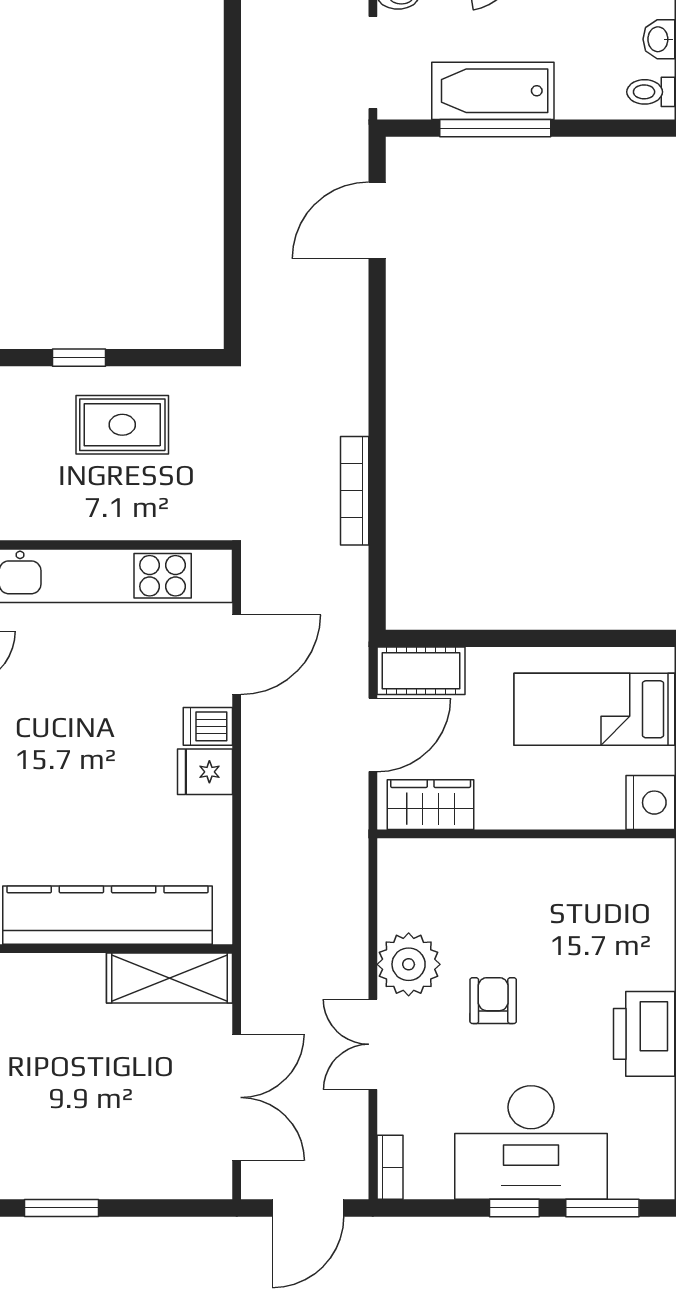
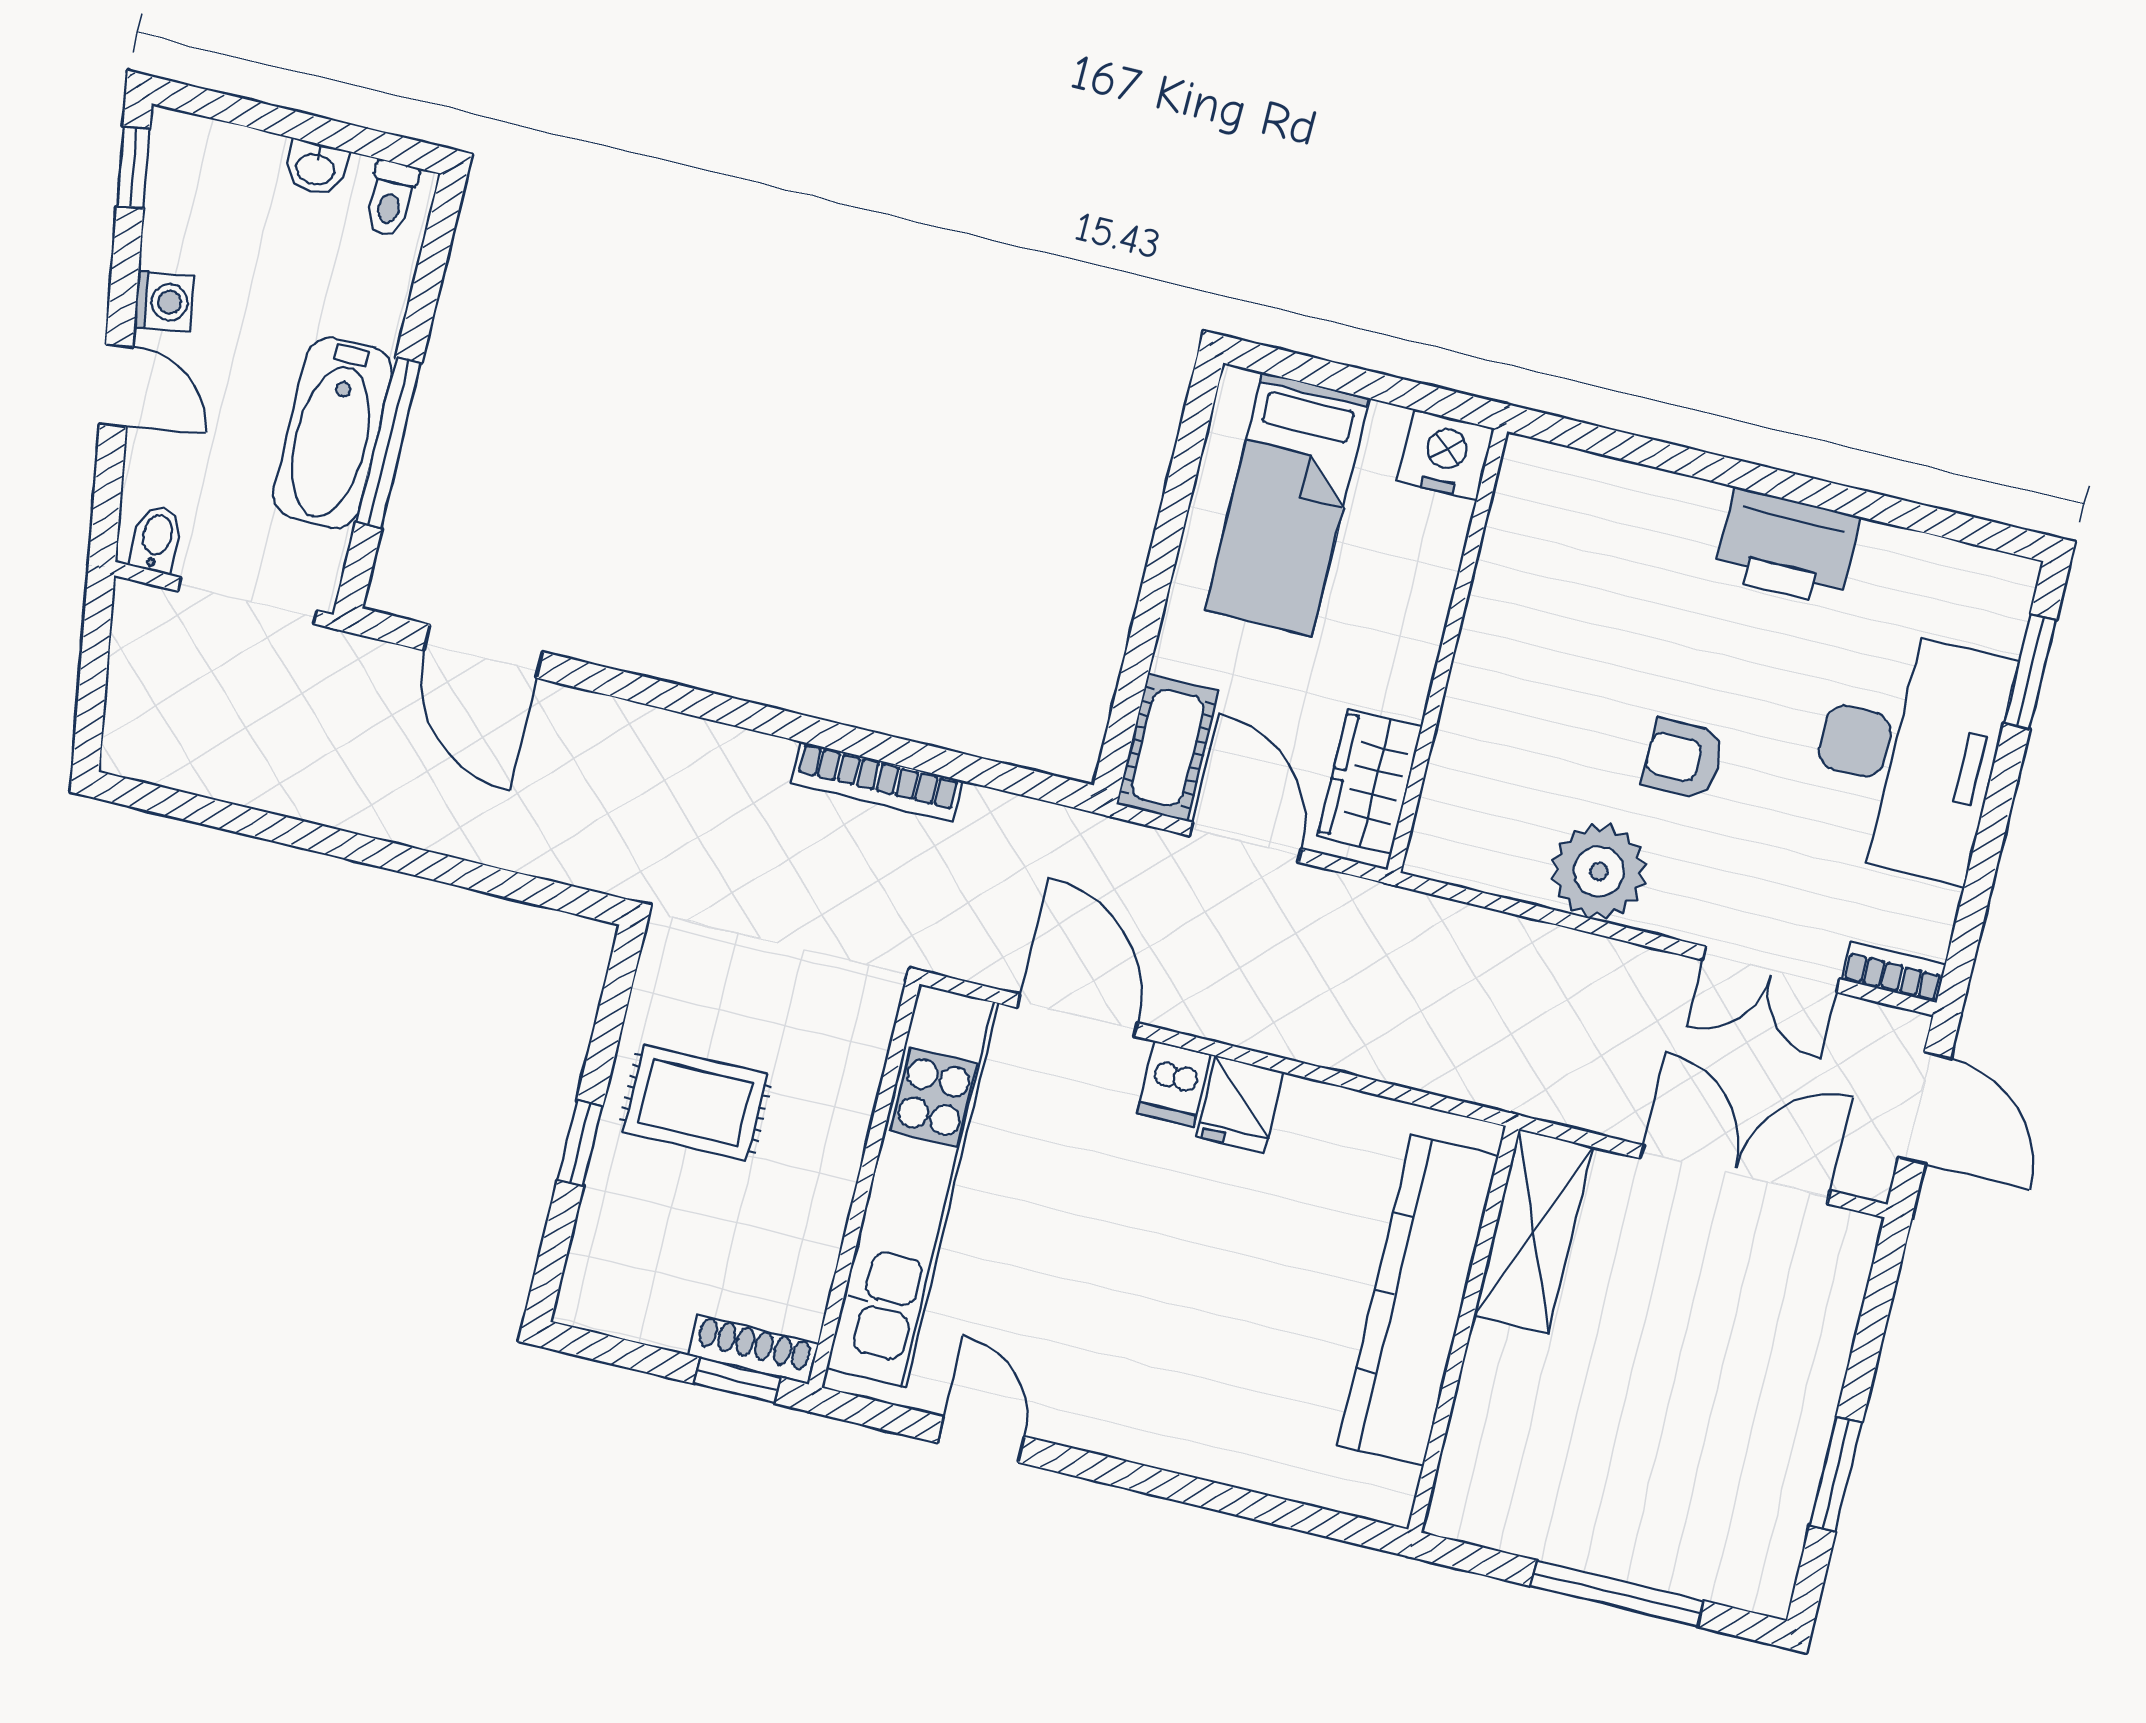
rug: (122, 425) -> (695, 1103), turned 90
double door: (373, 1044) -> (1771, 969), moved
window: (514, 1208) -> (1999, 802), removed

